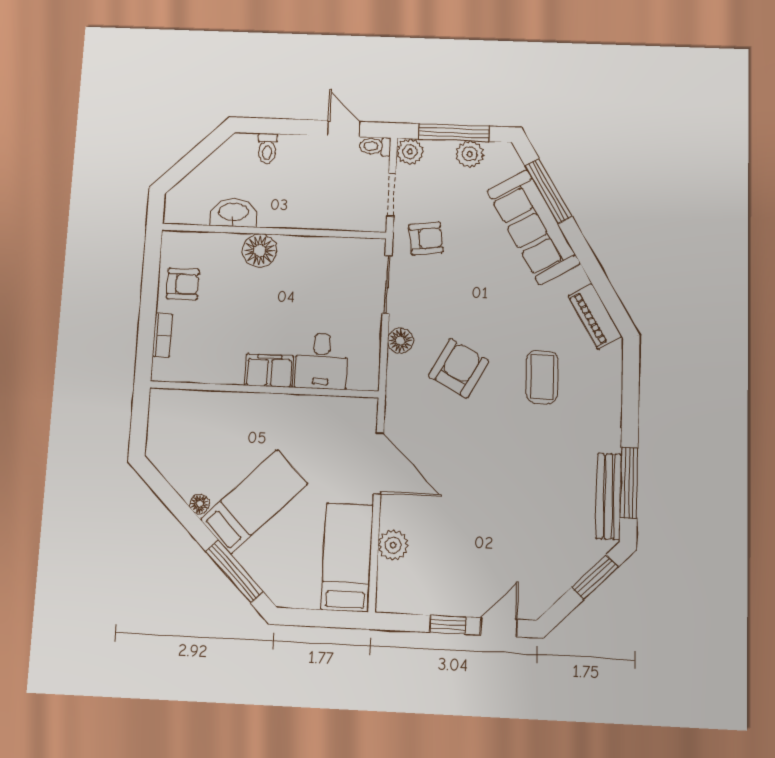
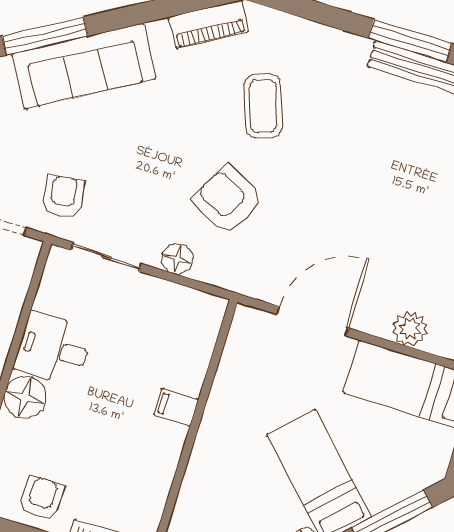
desk: (321, 361) -> (53, 349), moved, turned 180
filing cabinet: (269, 371) -> (176, 407), width x0.50
coffee table: (542, 377) -> (263, 106), turned 71

